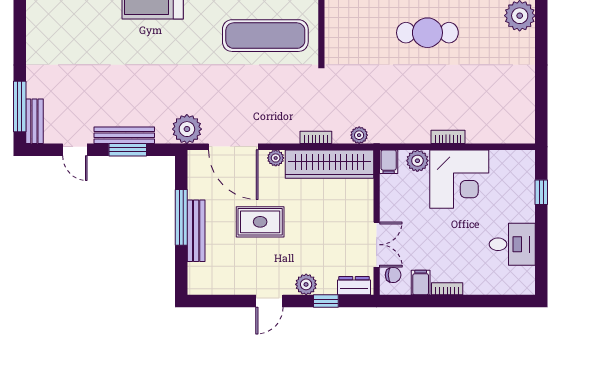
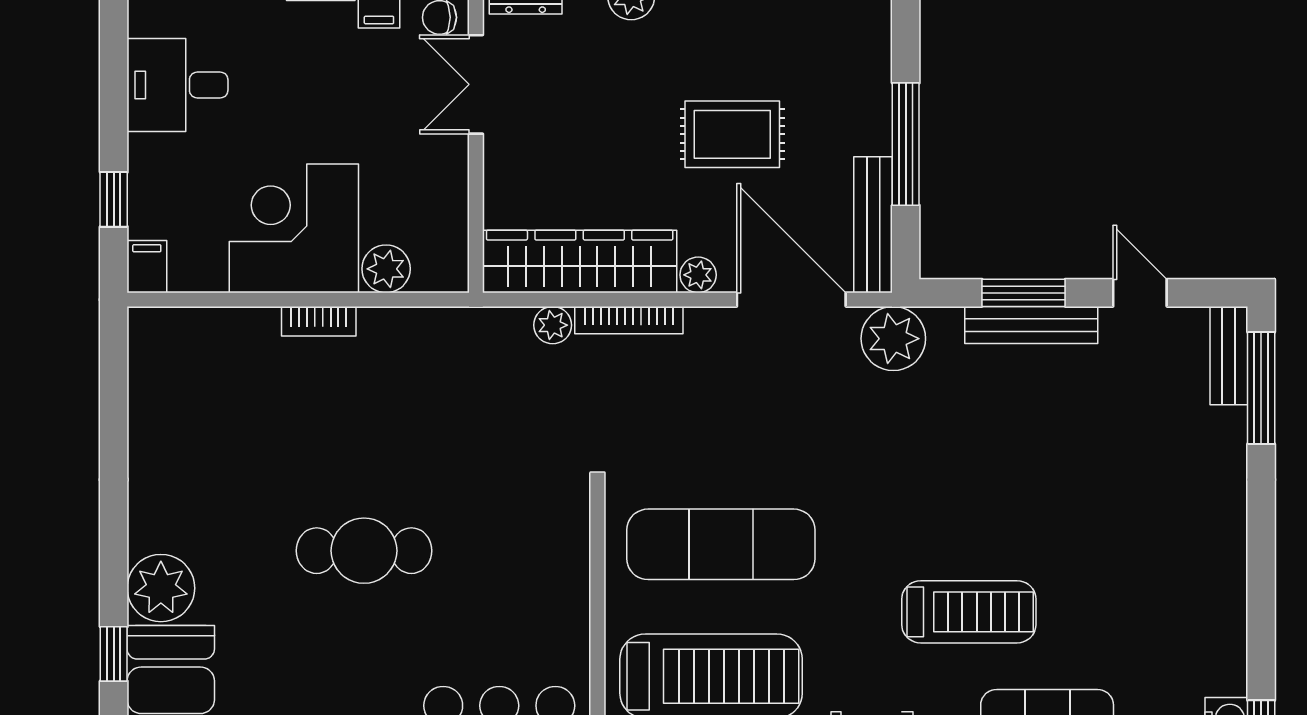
plant: (359, 135) -> (553, 325), moved
bookcase: (316, 137) -> (629, 320), width x1.56
filing cabinet: (389, 162) -> (147, 267), moved
bench: (196, 231) -> (873, 225), moved

